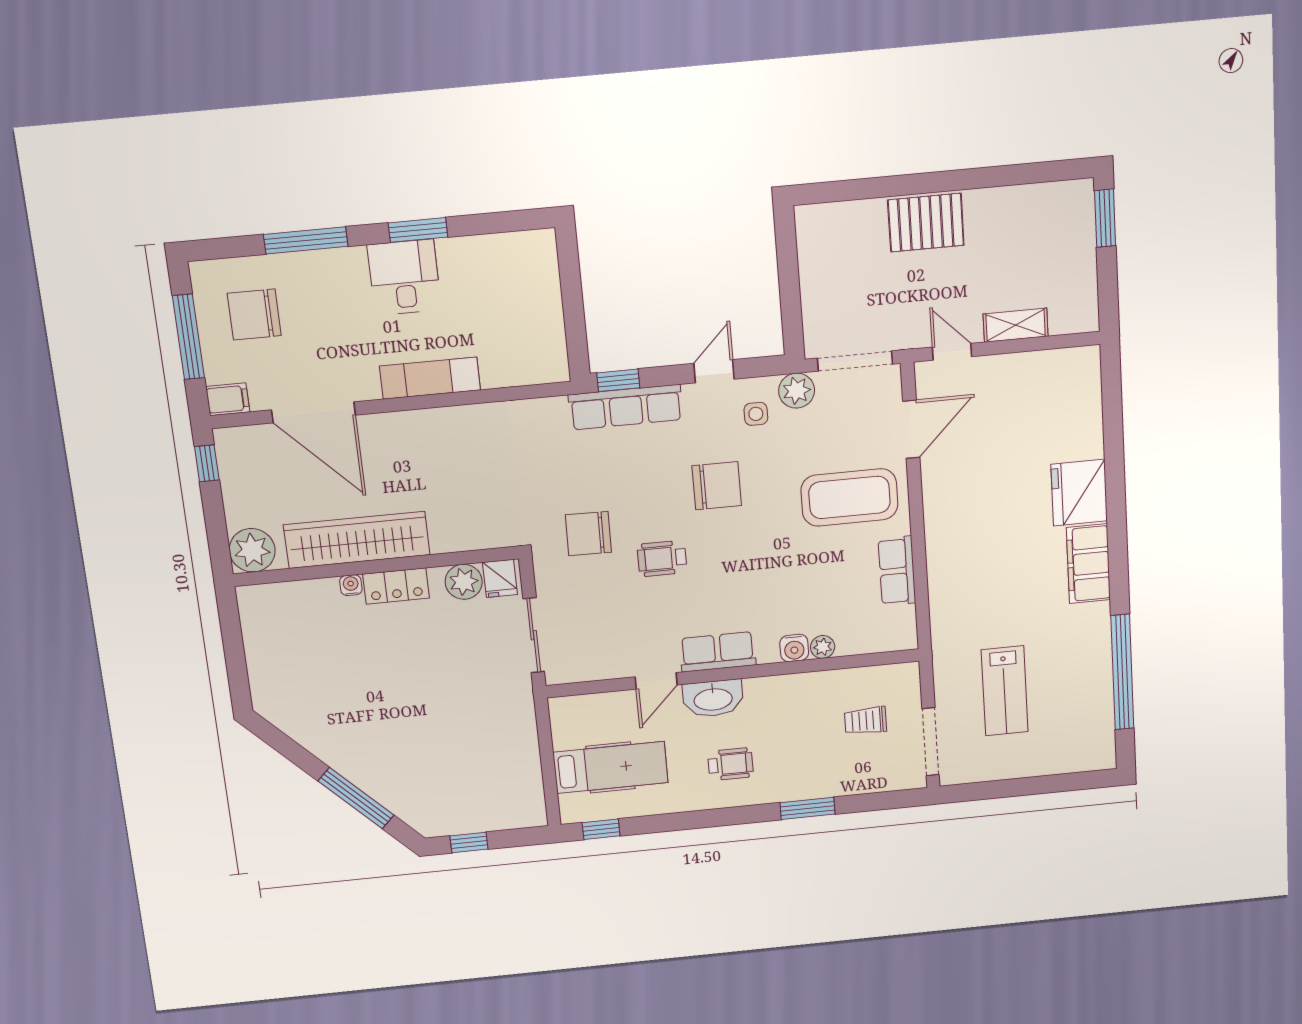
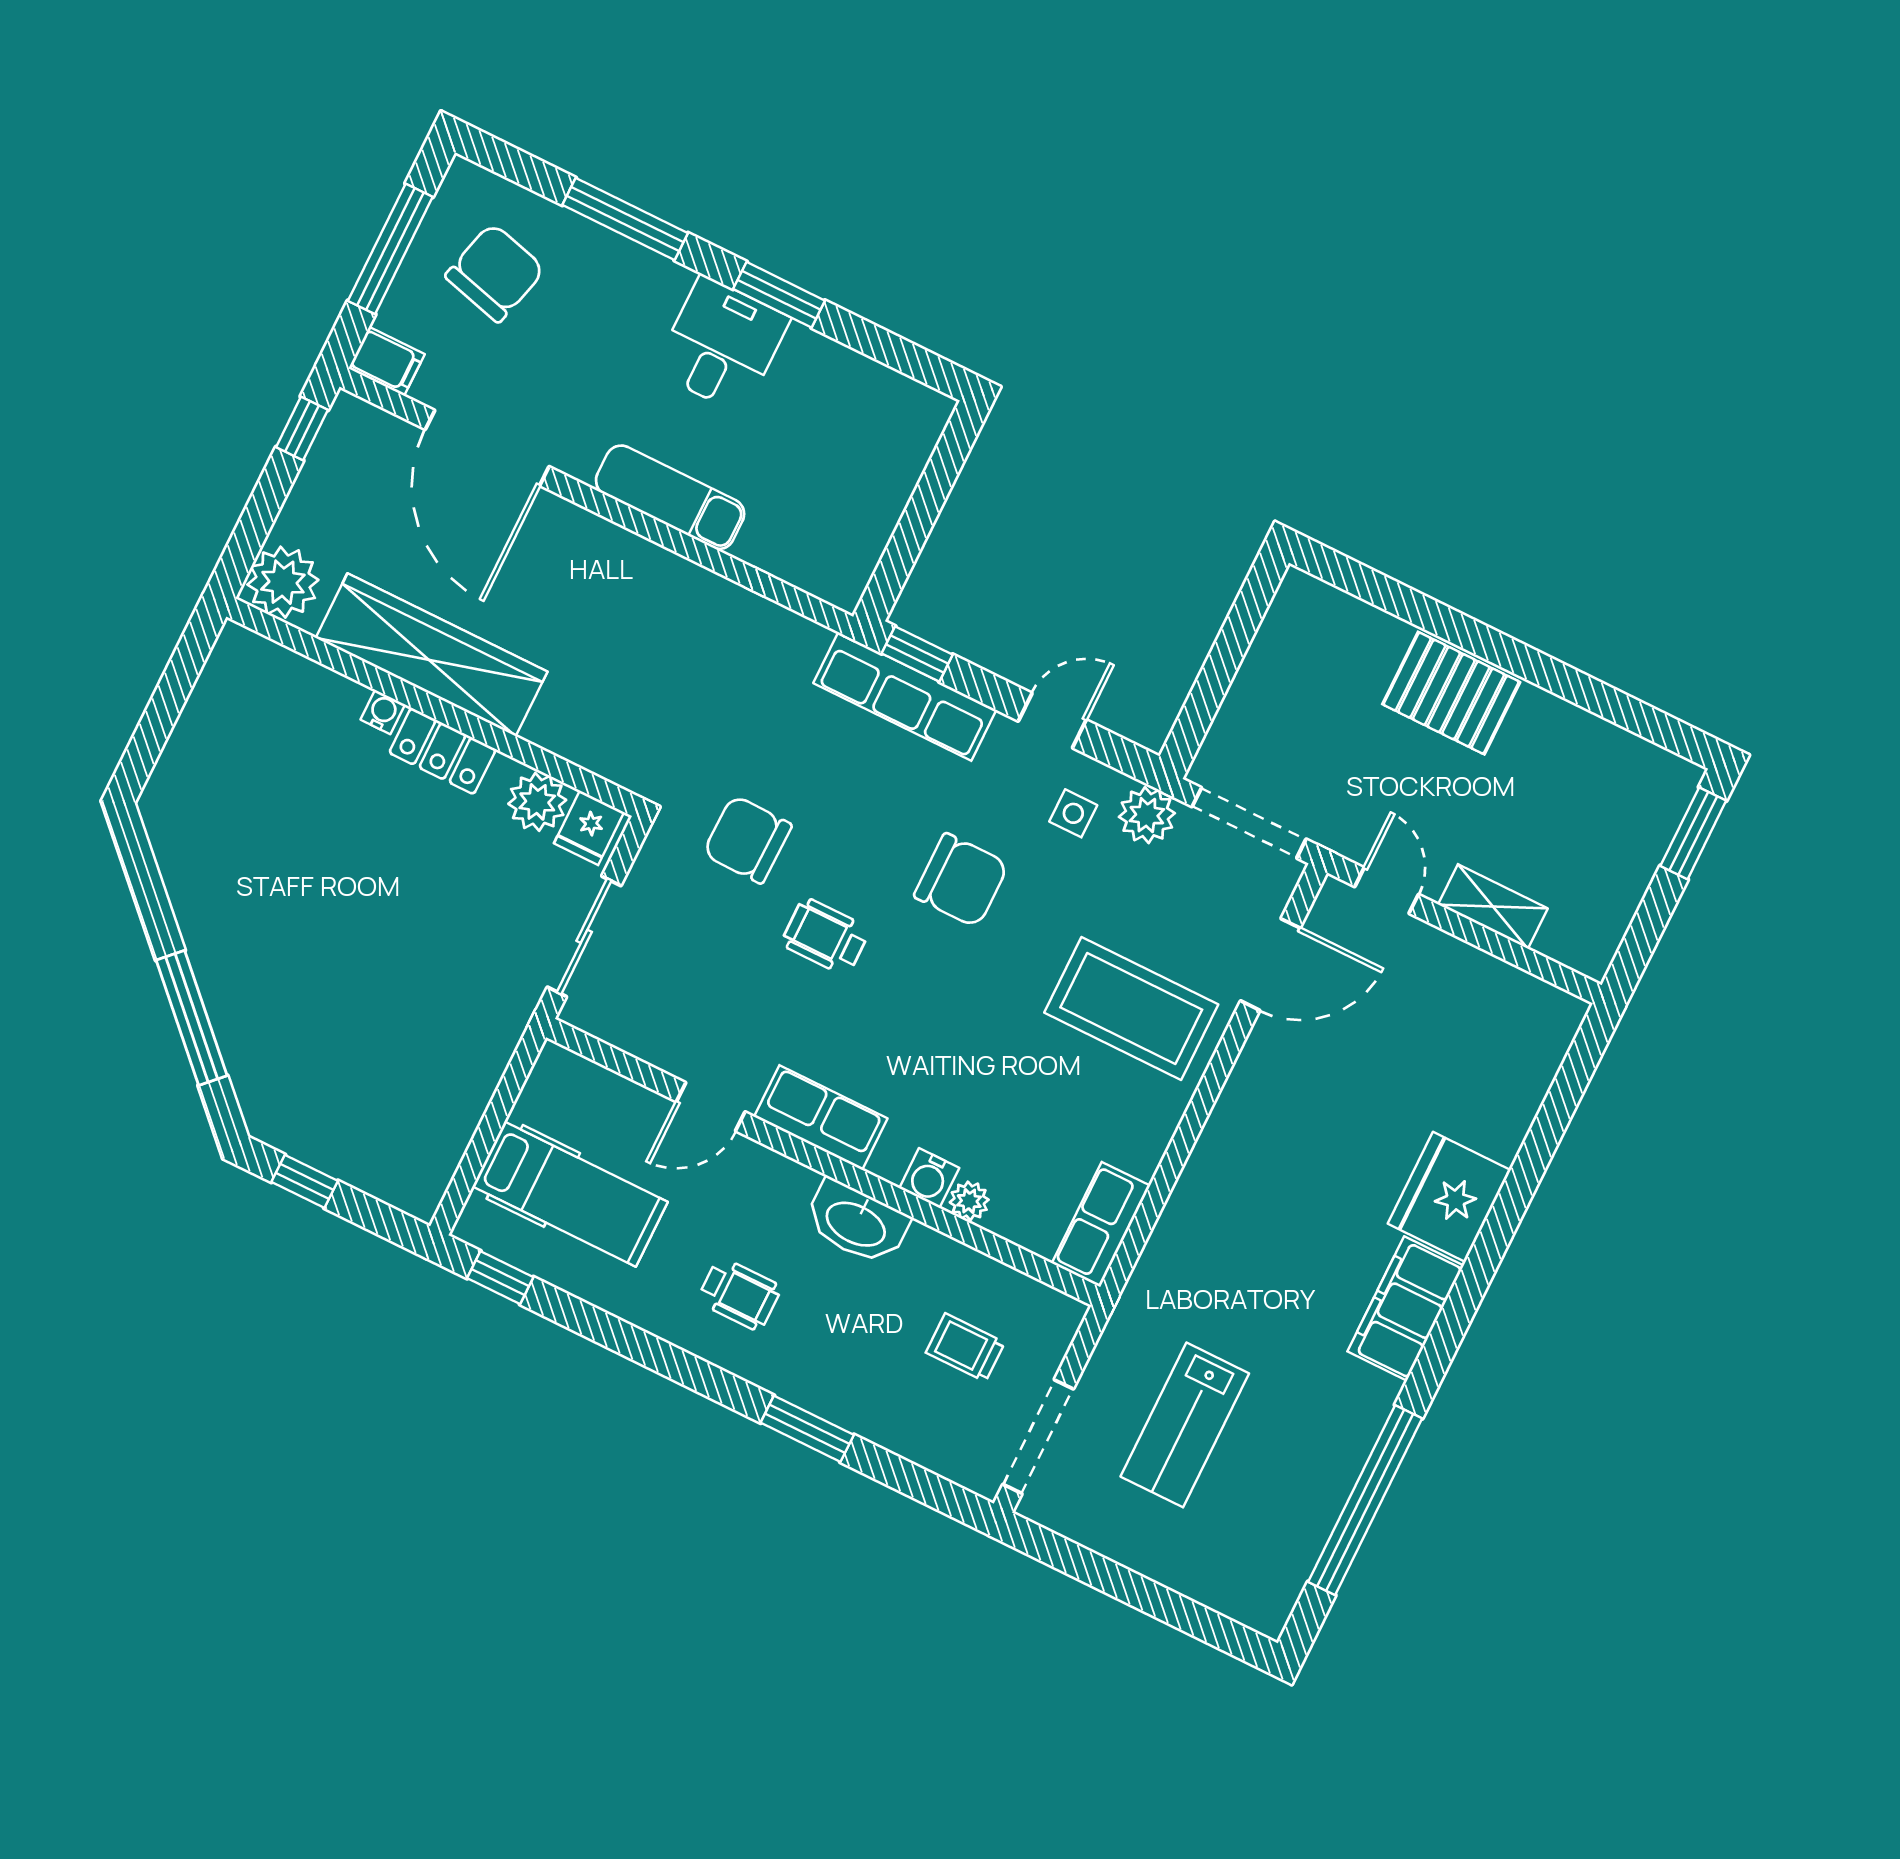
chair: (254, 315) -> (495, 273), turned 105
row of seats: (897, 571) -> (1101, 1225), moved
washbasin: (713, 698) -> (856, 1223), moved

